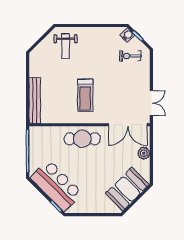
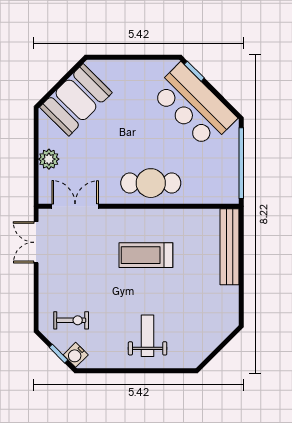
weight bench: (66, 46) -> (148, 336), moved
treadmill: (85, 95) -> (146, 255), turned -90
double door: (128, 125) -> (75, 206), width x0.73

